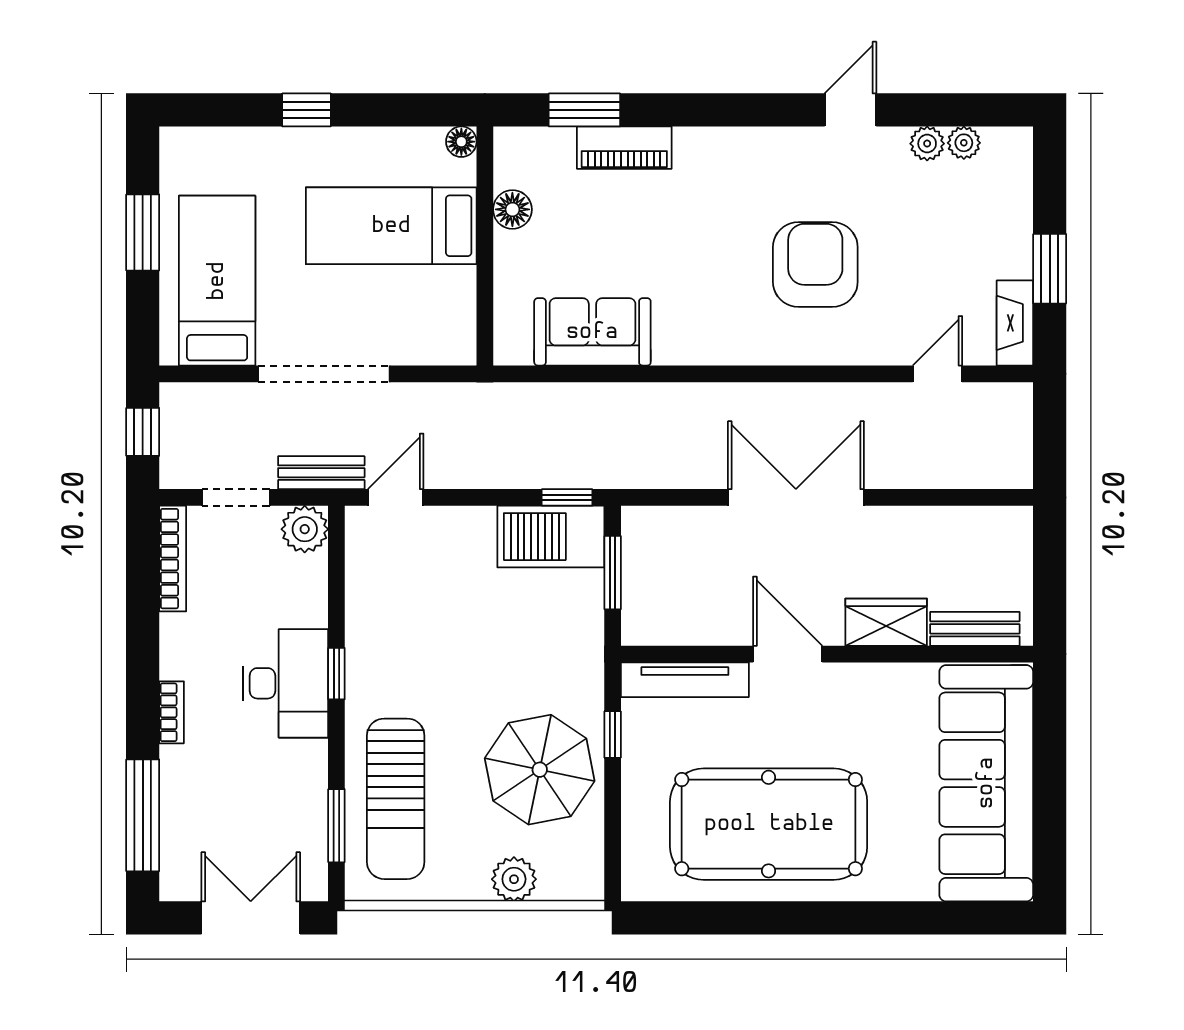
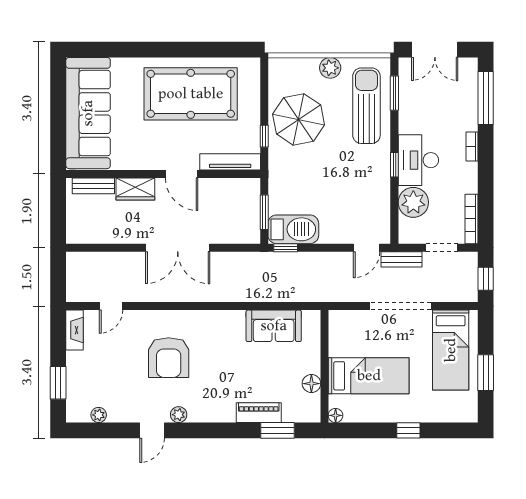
plant: (927, 144) -> (179, 415), moved
window: (1050, 269) -> (58, 383), moved
plant: (305, 529) -> (413, 202), moved, width x1.36, depth x1.36
plant: (514, 879) -> (330, 68), moved

